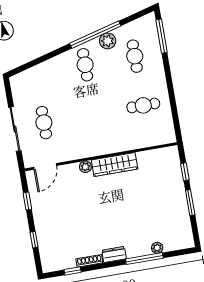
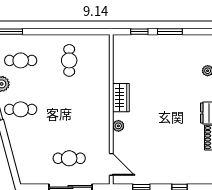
wardrobe: (115, 164) -> (121, 98), width x0.67

